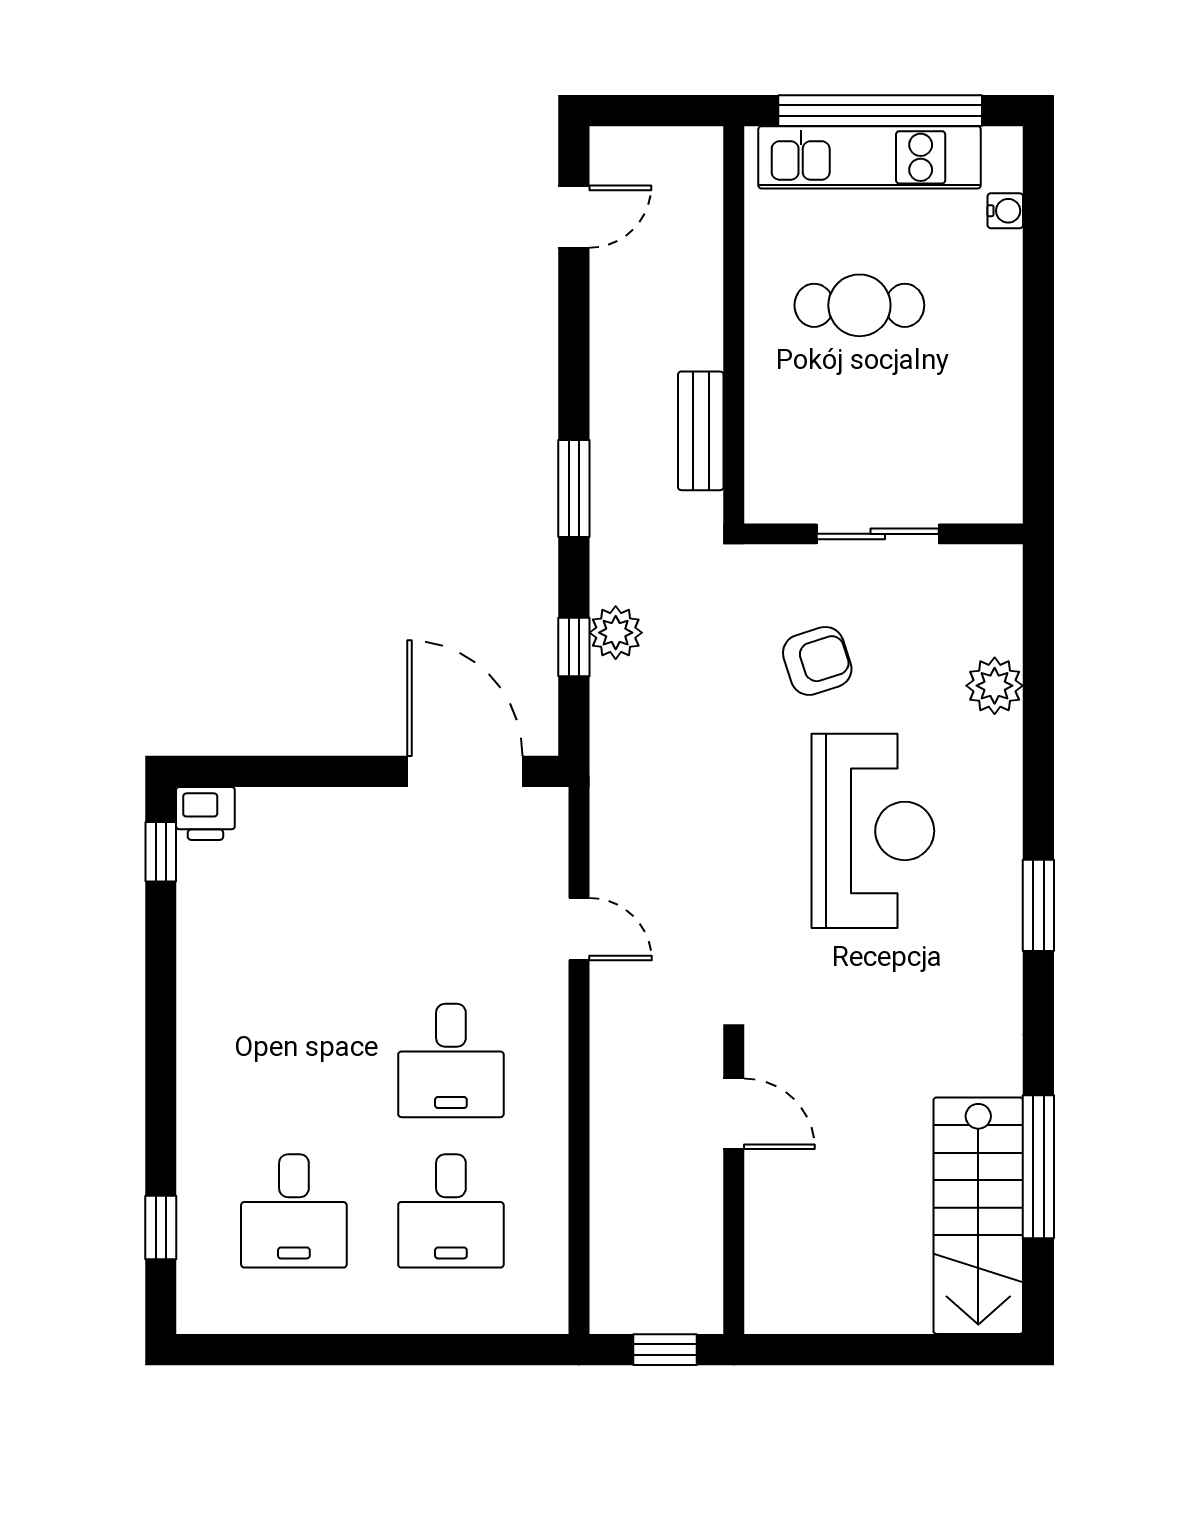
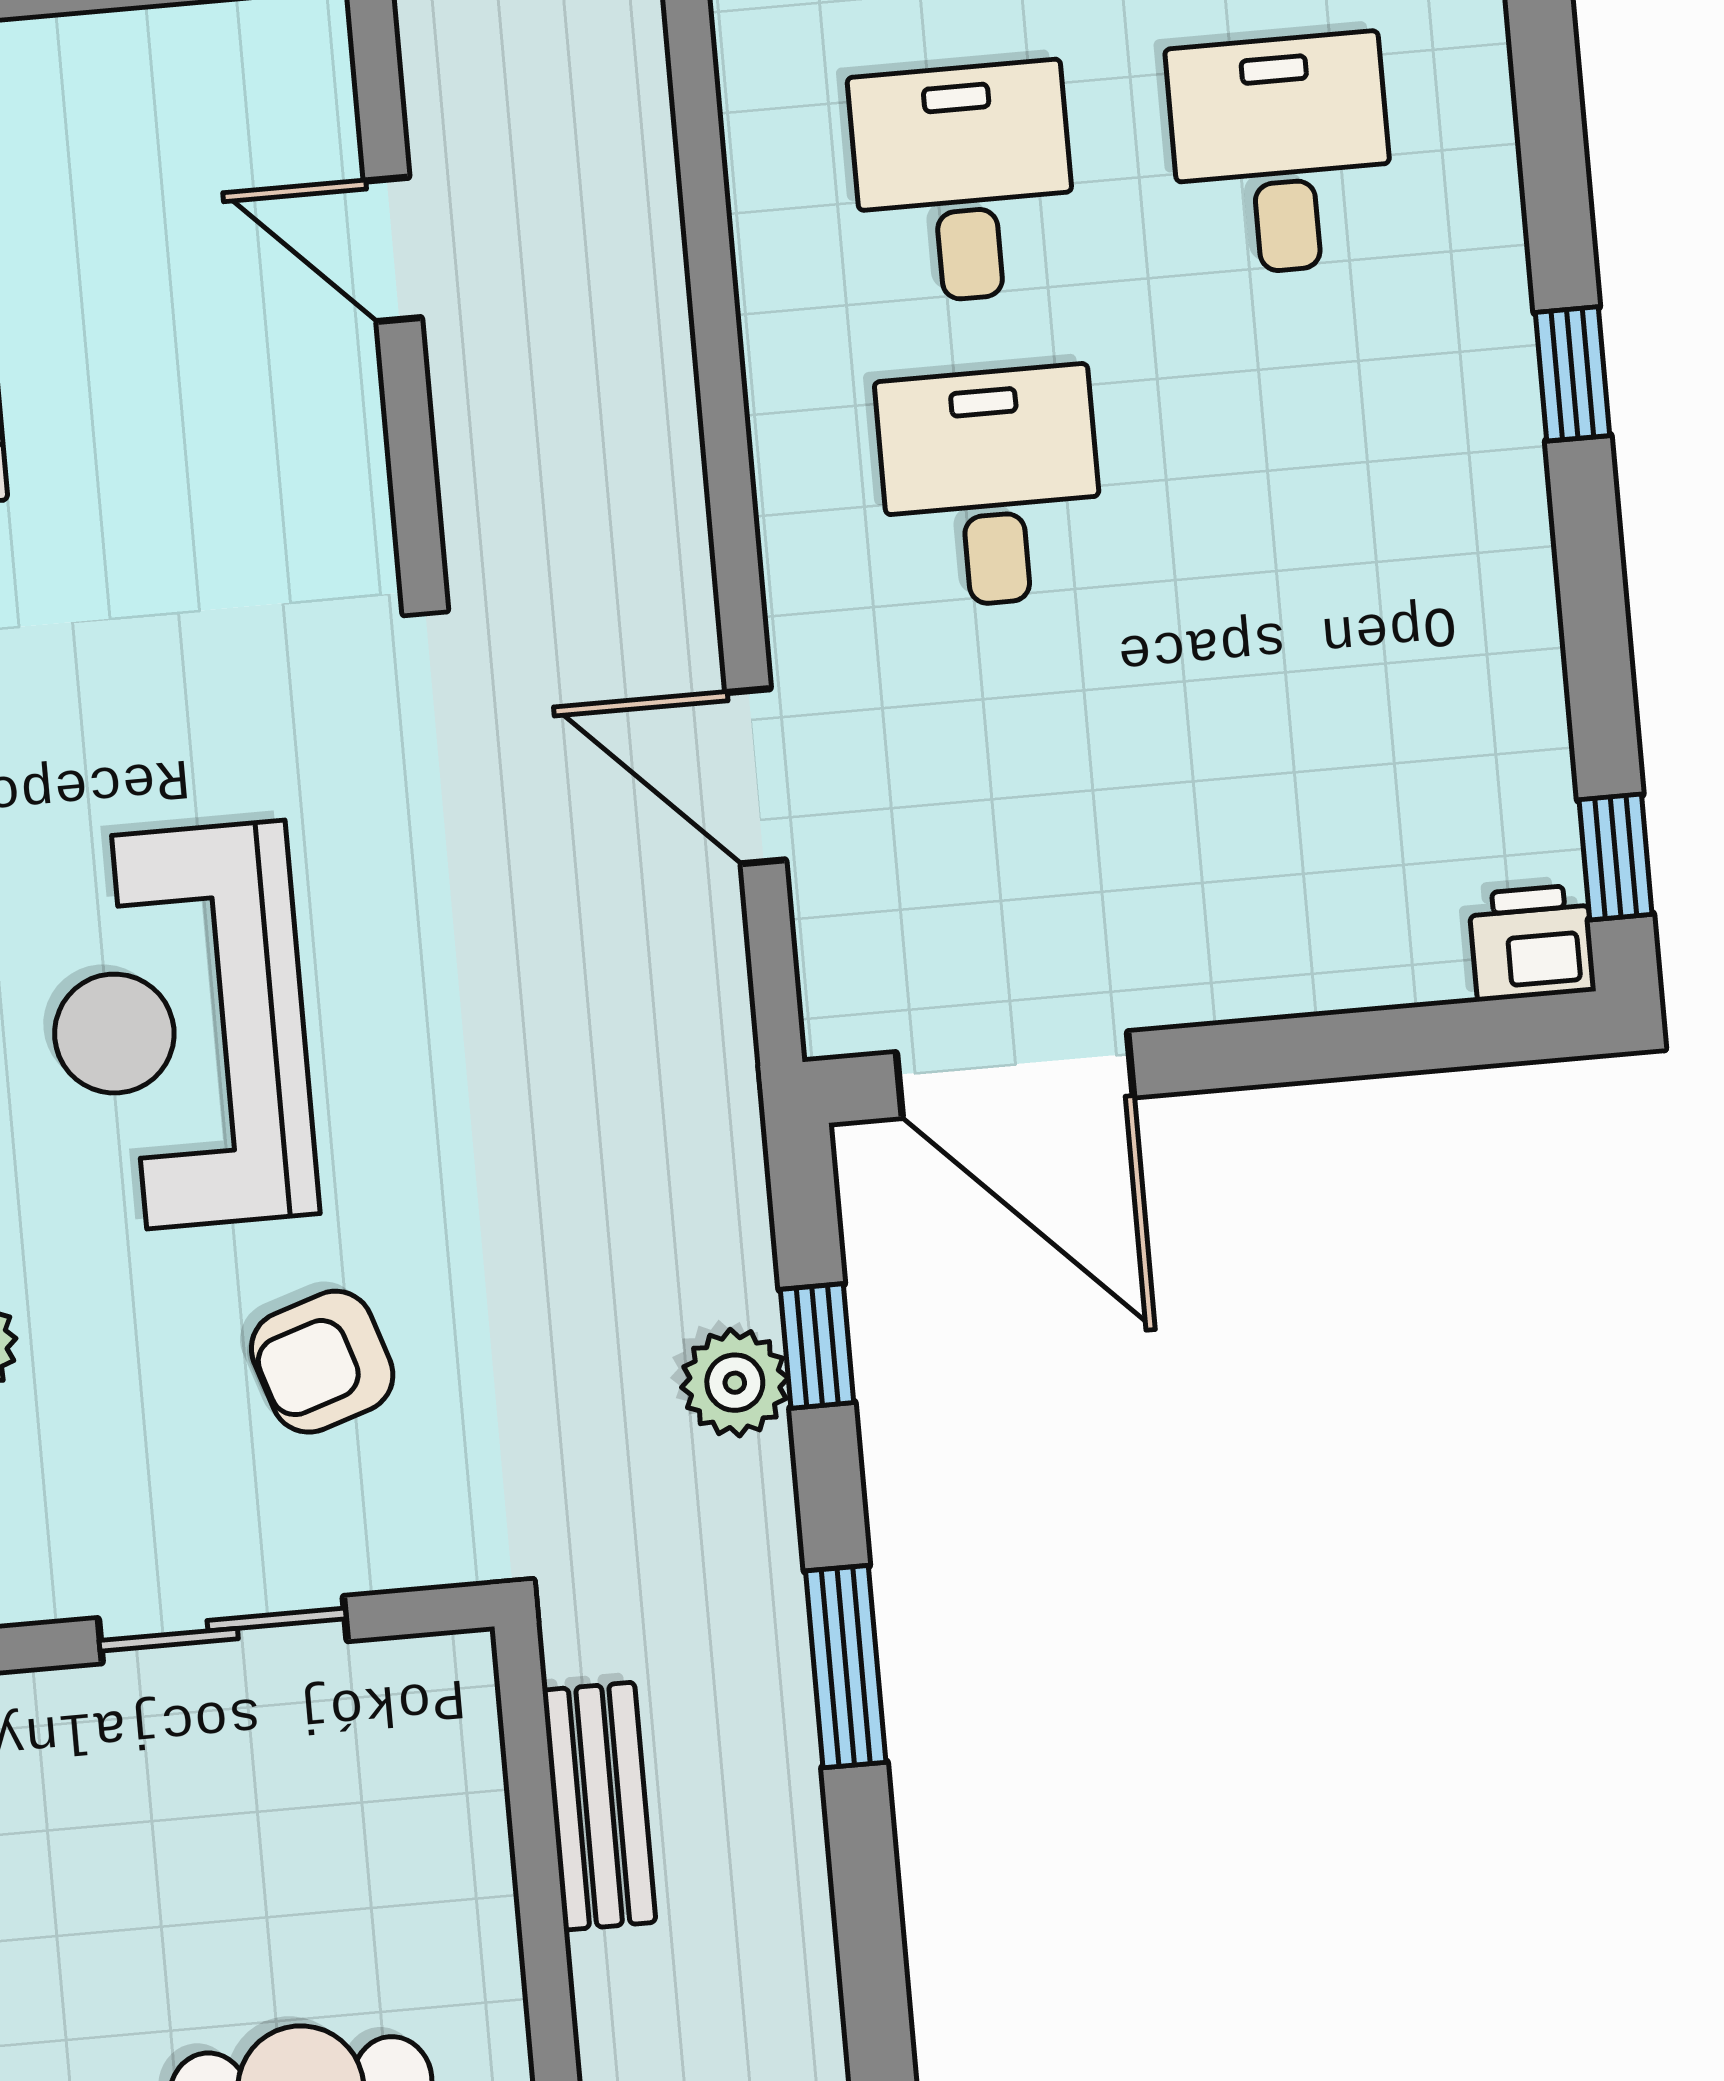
door: (579, 929) -> (756, 776), width x1.38
door: (734, 1114) -> (393, 249), moved
window: (161, 1227) -> (1572, 374), moved

